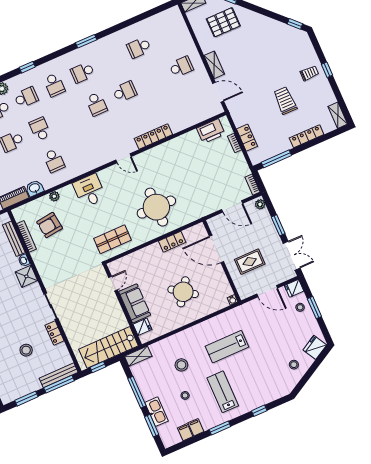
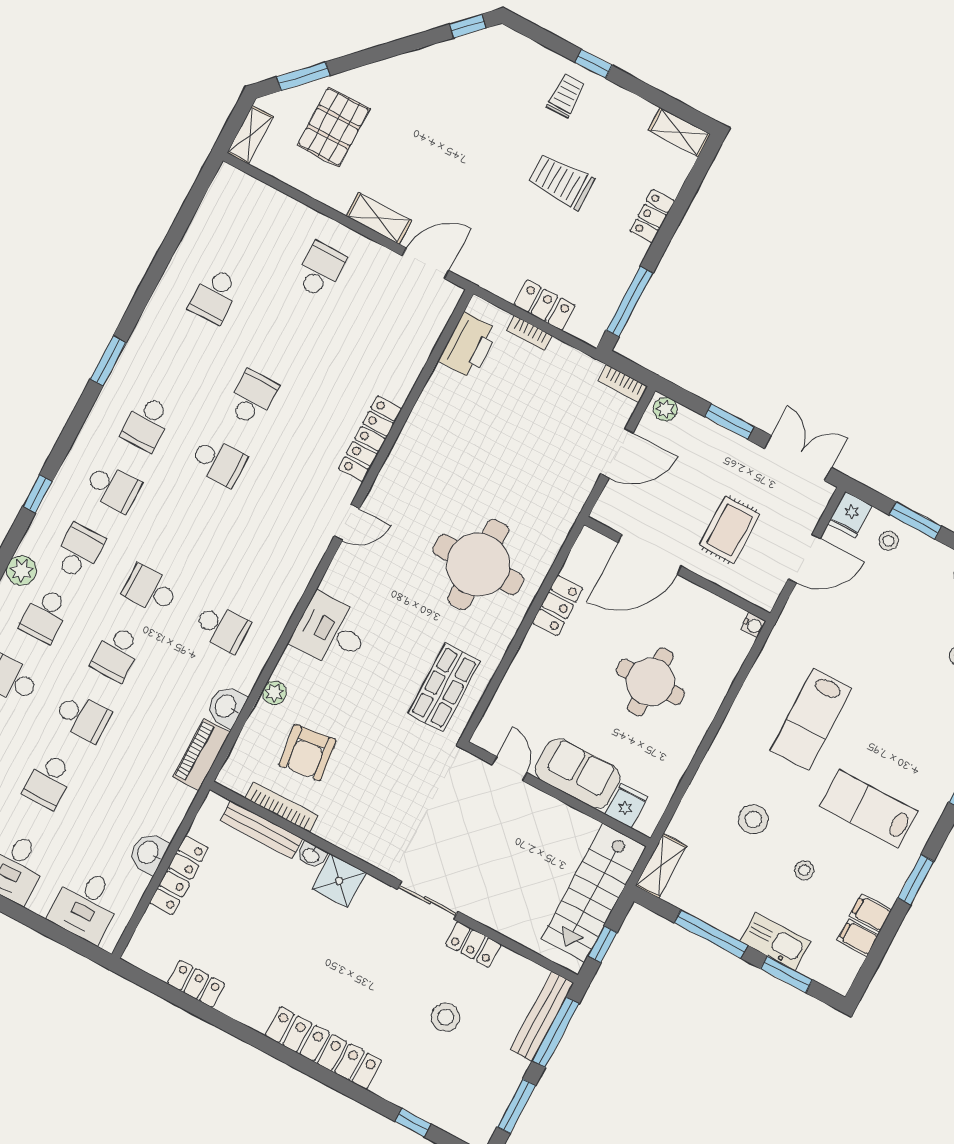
locker: (307, 136) -> (652, 216), width x0.66
round table: (183, 292) -> (650, 682), turned -35

